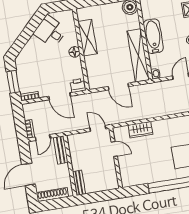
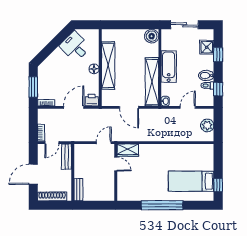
shelving: (87, 38) -> (108, 65), width x1.47
door: (60, 96) -> (74, 107), swing flipped
door: (98, 128) -> (104, 143), hinge flipped
wardrobe: (140, 130) -> (128, 150), moved

